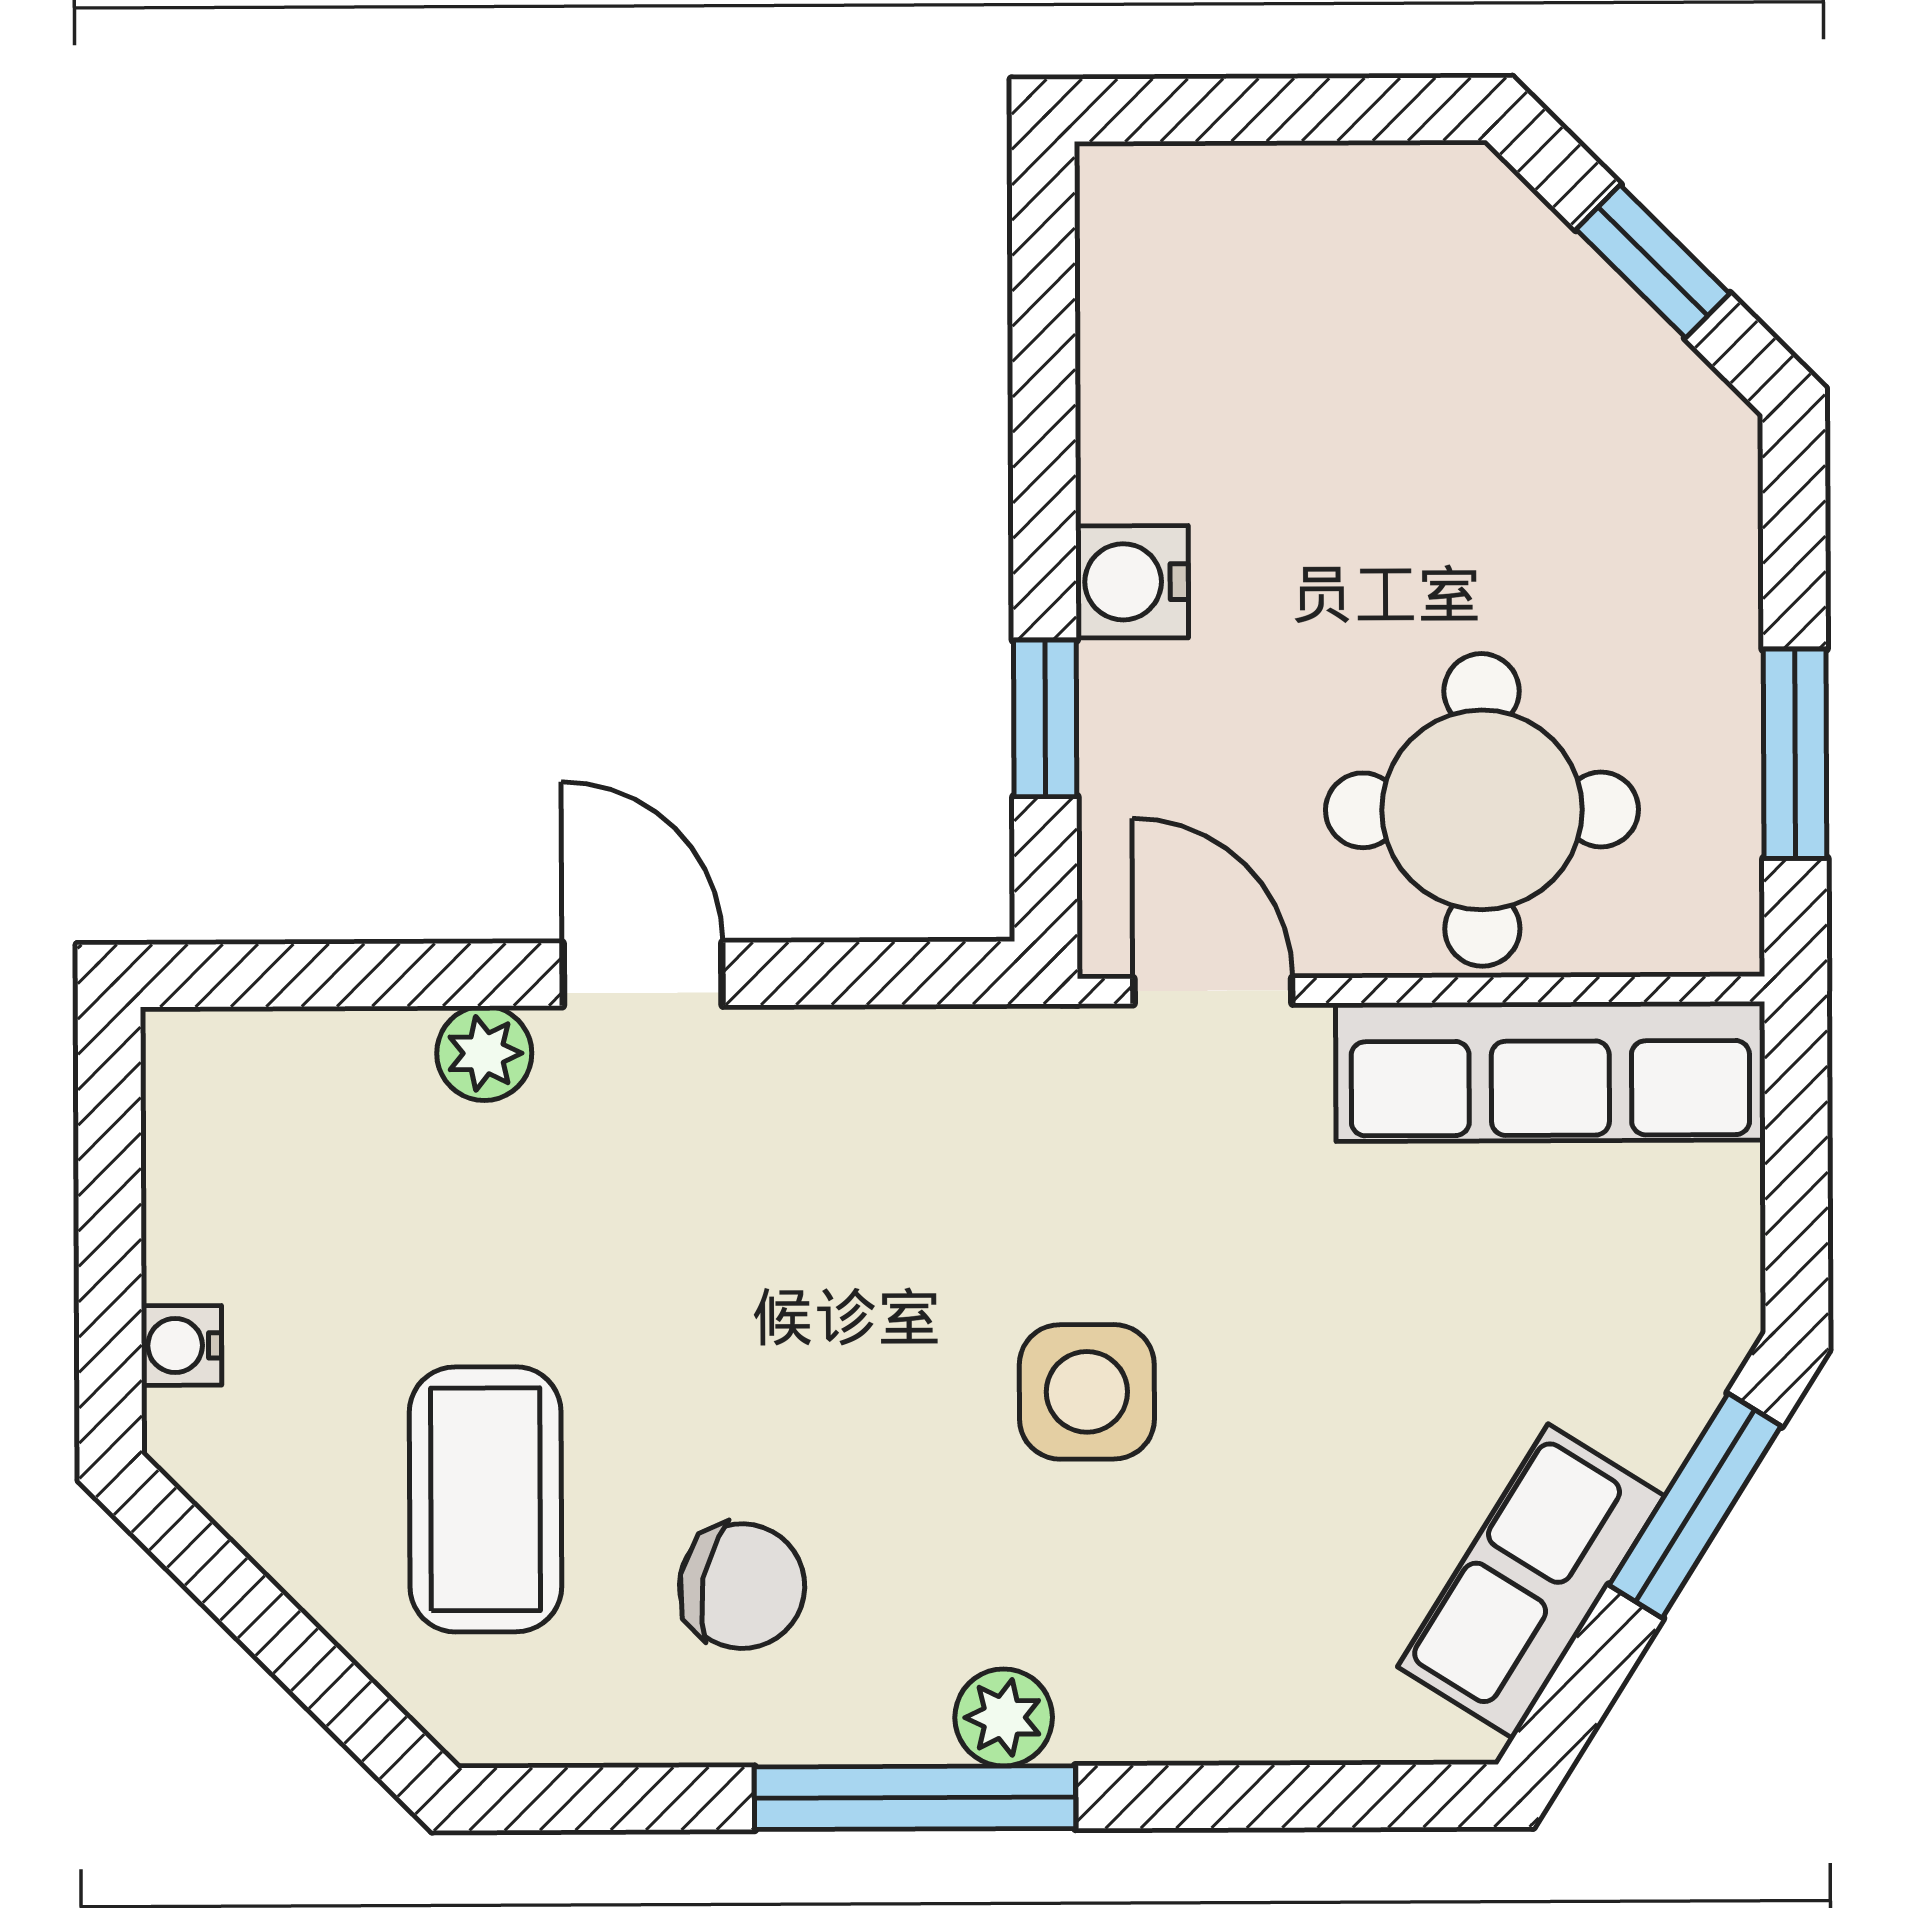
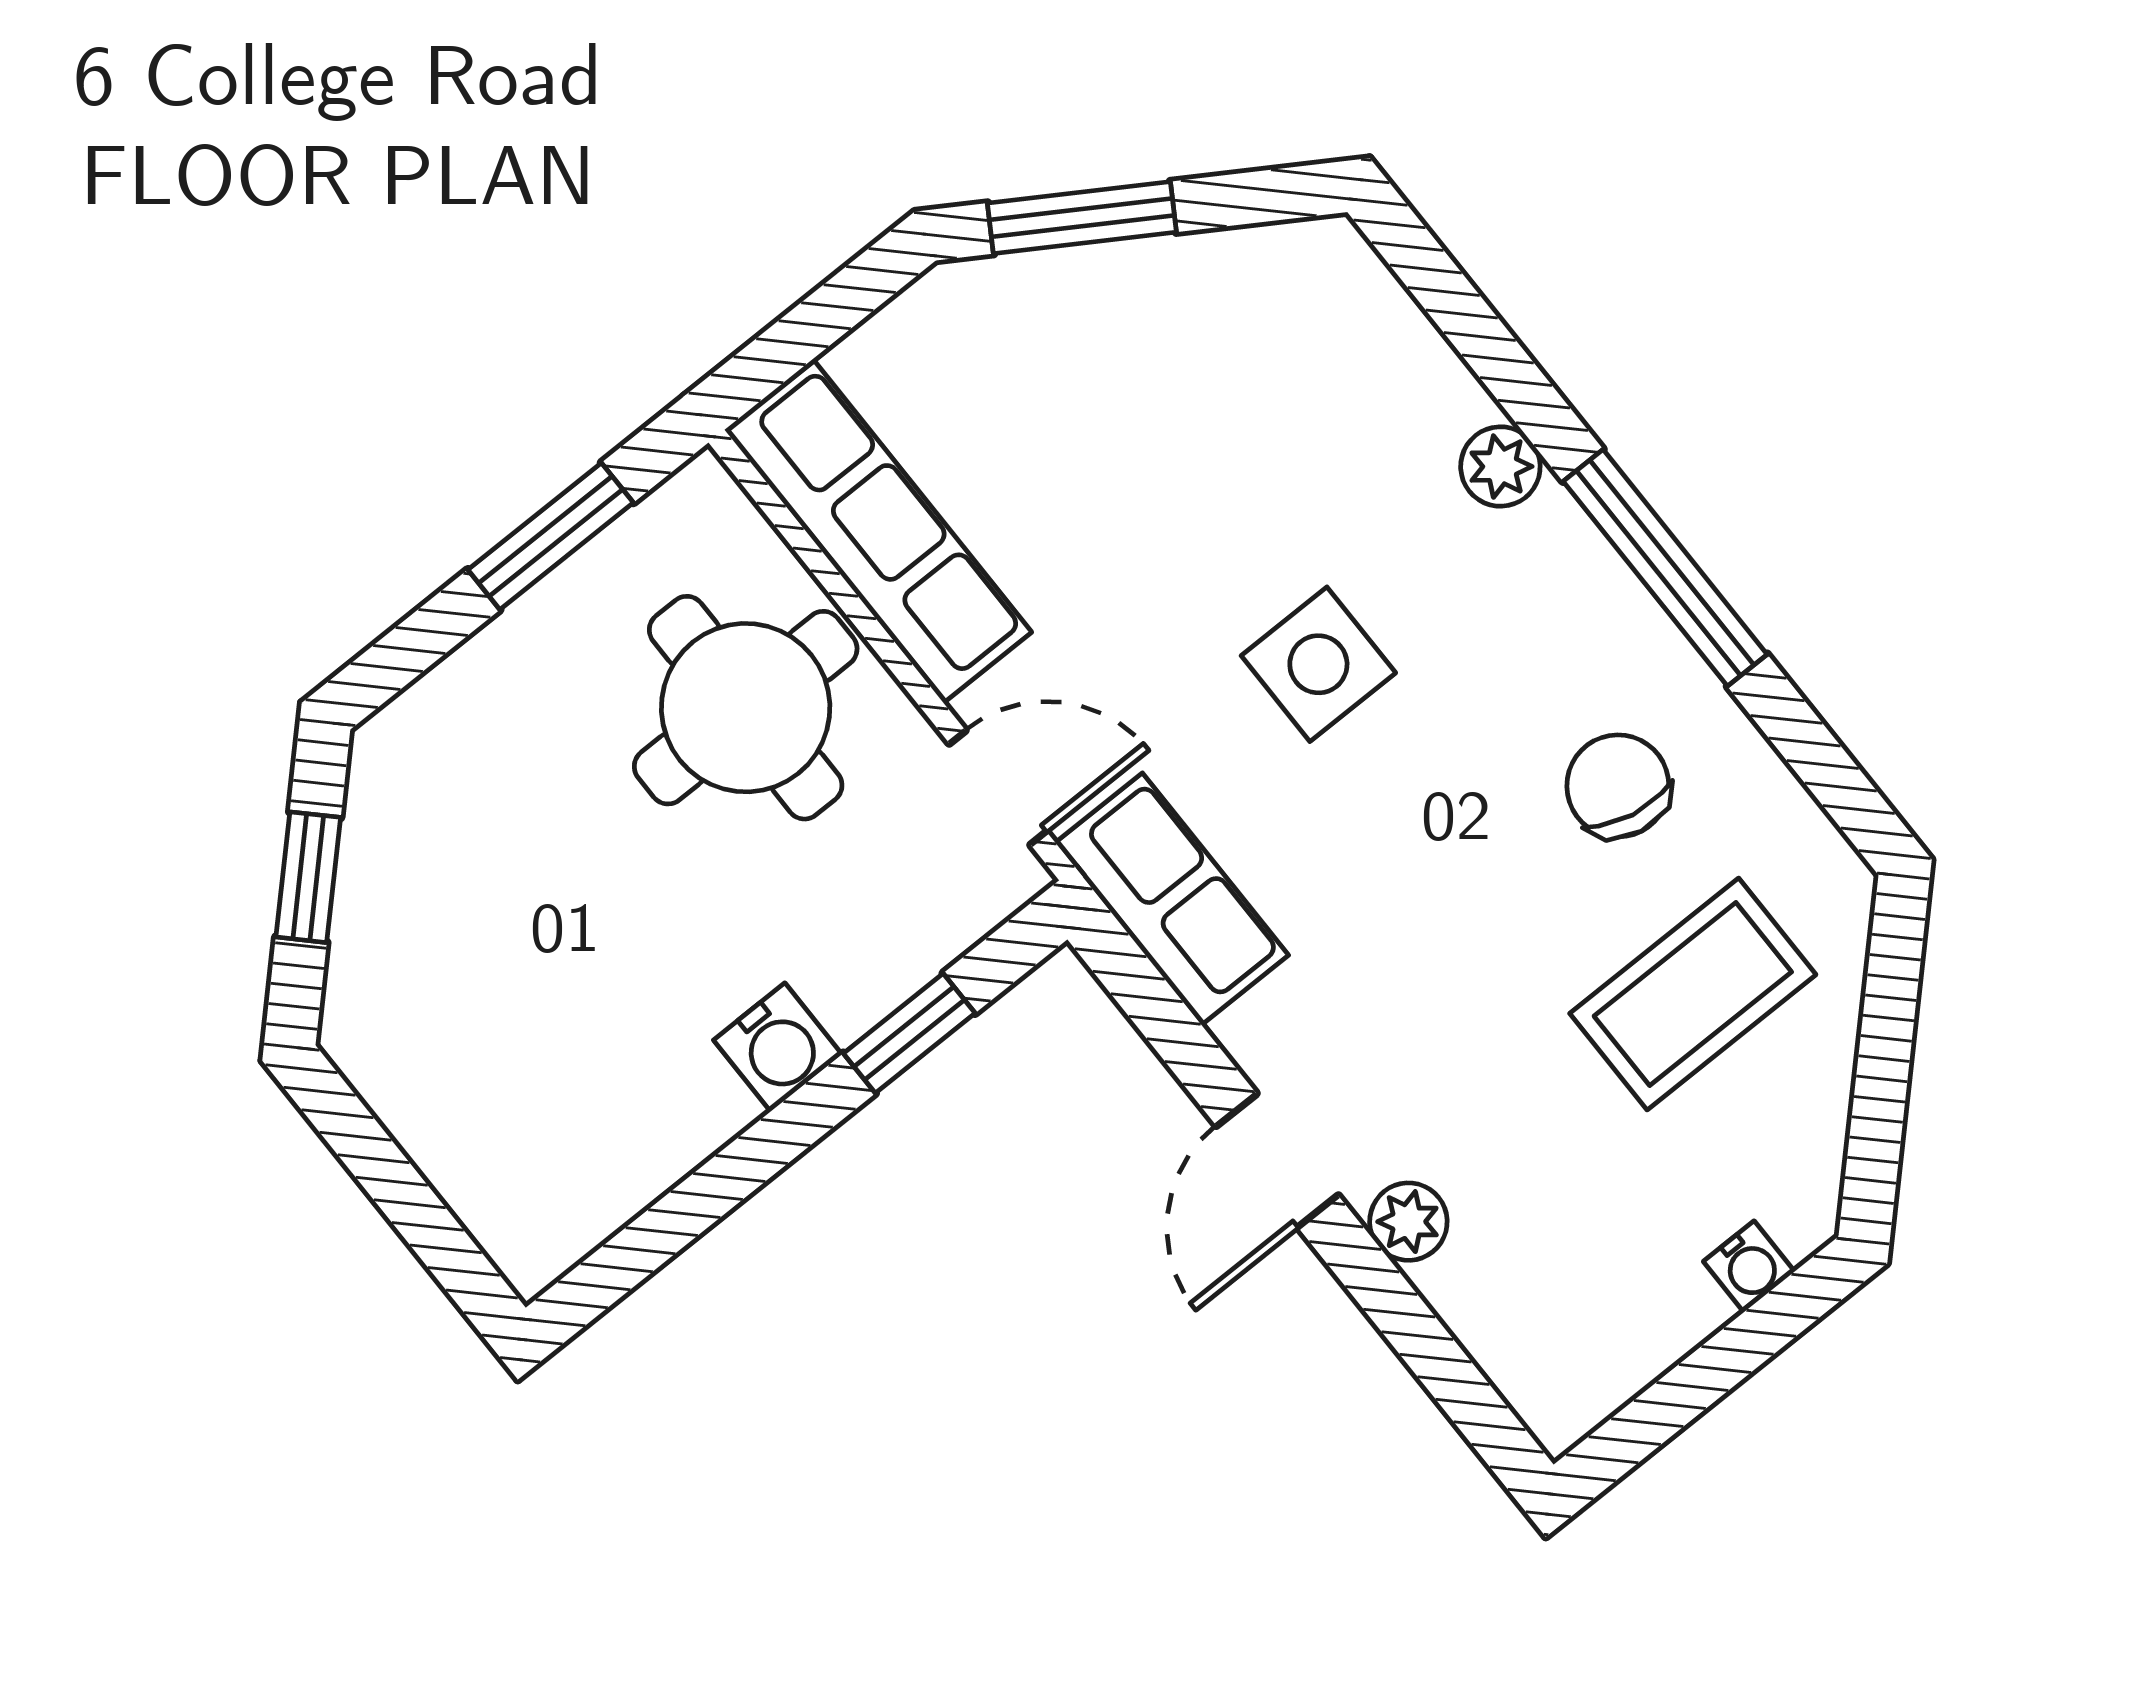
door: (1213, 991) -> (998, 788), swing flipped
row of seats: (1531, 1581) -> (1172, 899), moved, turned -122
plant: (1004, 1717) -> (1500, 467), moved

